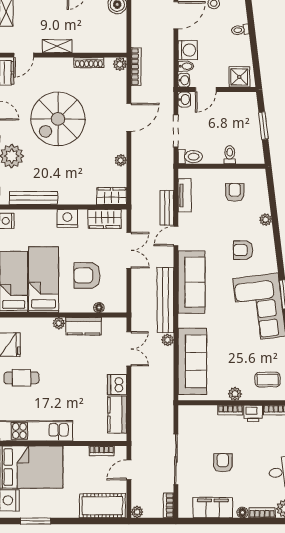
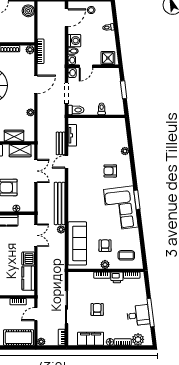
armchair: (235, 192) -> (105, 246), moved
wardrobe: (112, 196) -> (14, 136), moved
sofa: (192, 282) -> (77, 192), removed

